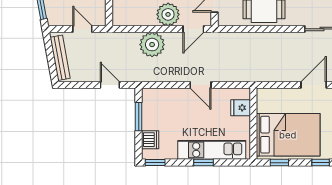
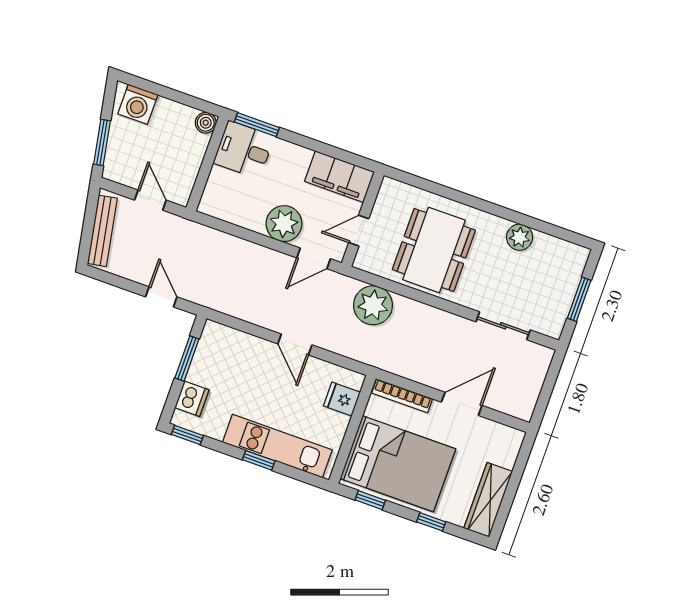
plant: (152, 45) -> (373, 305), moved
bookcase: (276, 93) -> (402, 396), added

